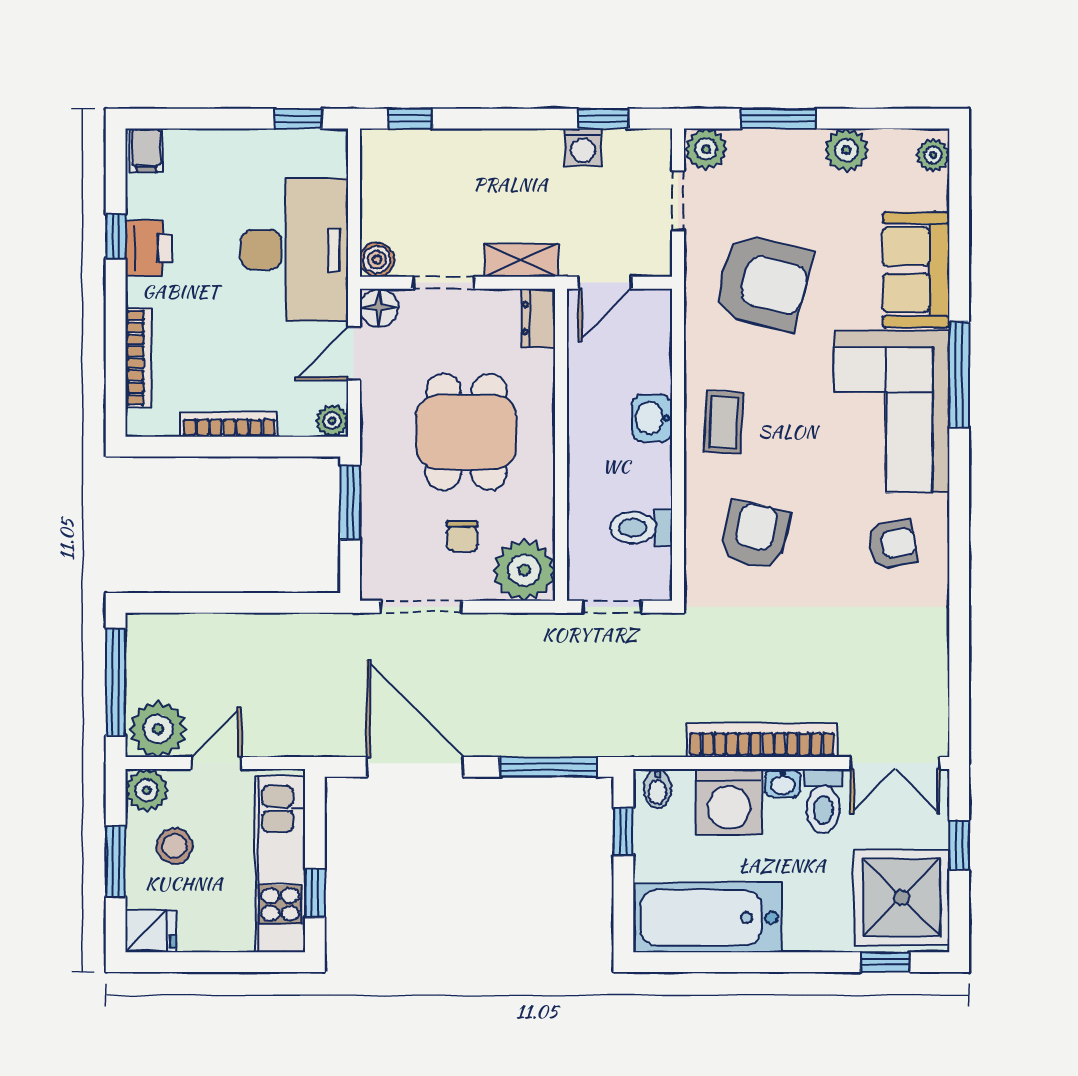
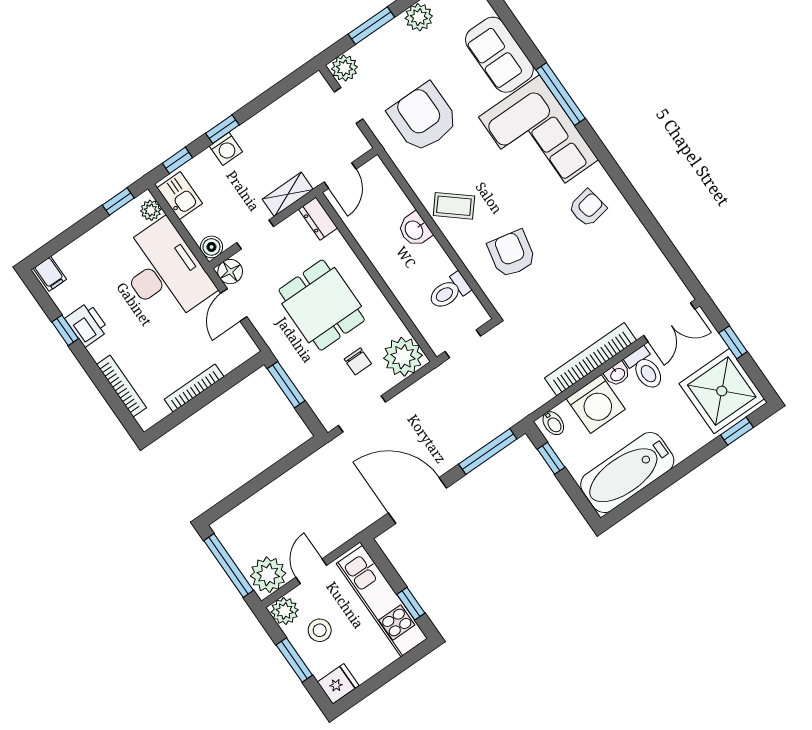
window: (603, 119) -> (222, 129), moved
washing machine: (583, 147) -> (226, 149), moved
kitchen sink: (382, 166) -> (180, 196), added
armchair: (763, 282) -> (423, 118), turned -104
plant: (332, 421) -> (151, 210), moved
coffee table: (724, 423) -> (454, 206), turned -53

